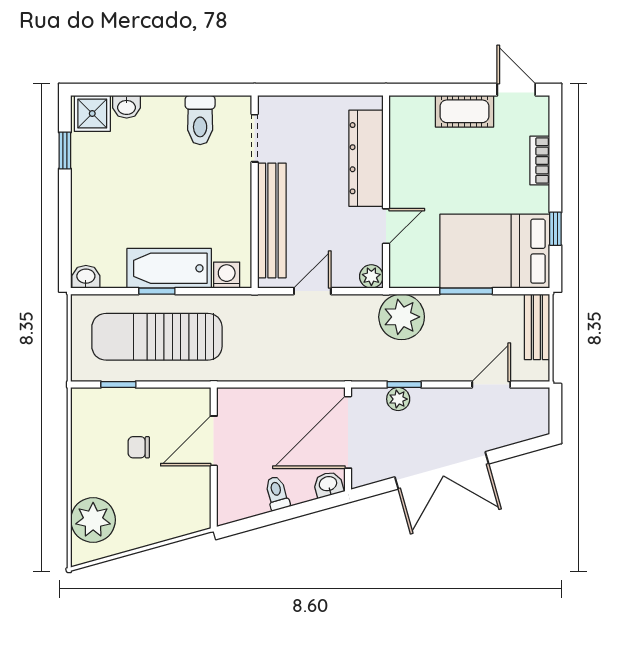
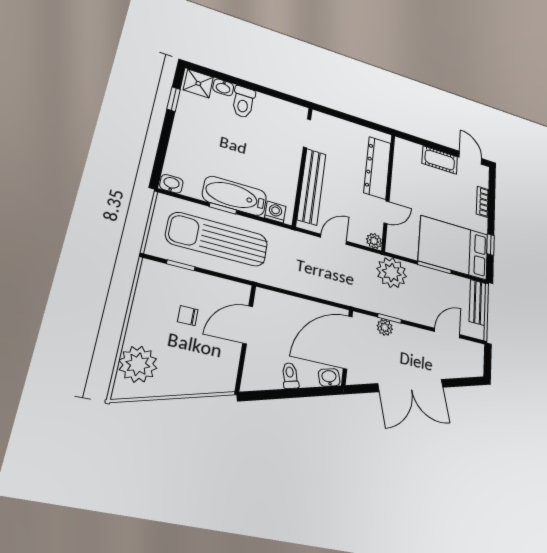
toilet: (200, 120) -> (243, 102), moved

